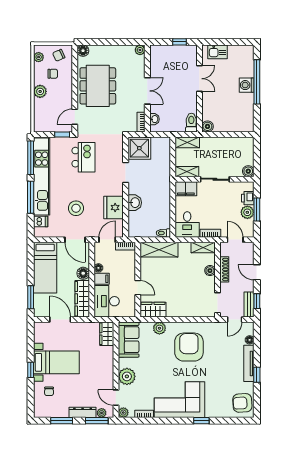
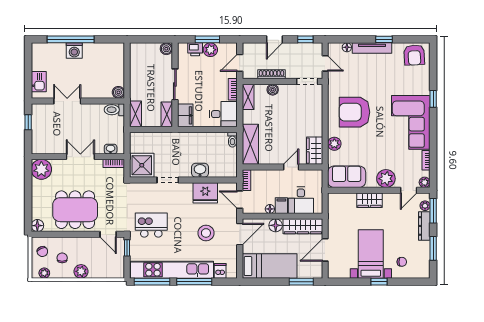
plant: (140, 50) -> (41, 169), width x1.88, depth x1.88
desk: (107, 301) -> (301, 200), width x0.73
bench: (249, 305) -> (309, 48), removed
wardrobe: (107, 334) -> (369, 200), moved

